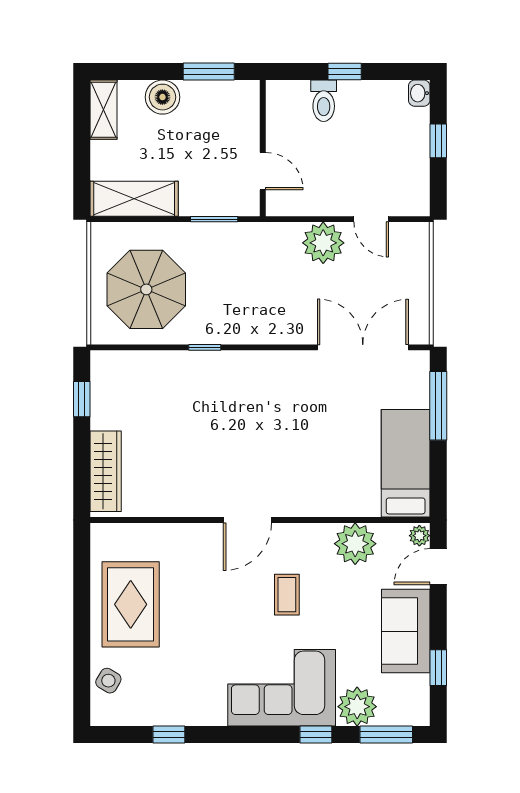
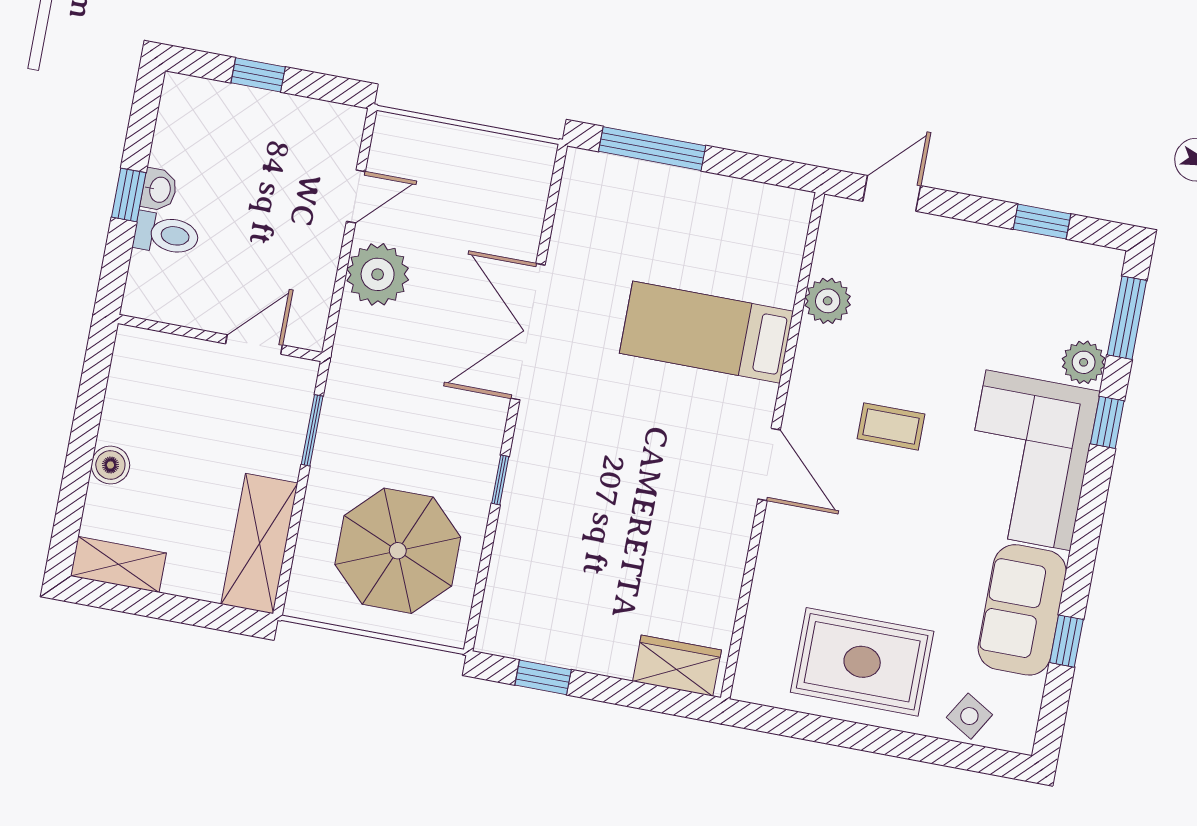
window: (209, 72) -> (91, 397), removed
washbasin: (419, 93) -> (159, 190), moved, turned -90
boiler: (162, 97) -> (110, 465), width x0.73, depth x0.73
double door: (363, 347) -> (528, 332), moved
bed: (406, 463) -> (706, 332), moved
wardrobe: (106, 471) -> (677, 666), width x0.67
plant: (419, 536) -> (840, 213), removed
plant: (355, 544) -> (828, 301), width x0.73, depth x0.73
door: (438, 567) -> (892, 193), swing flipped
sofa: (406, 631) -> (1022, 610), moved, turned 90
plant: (357, 707) -> (1084, 362), width x0.73, depth x0.73

